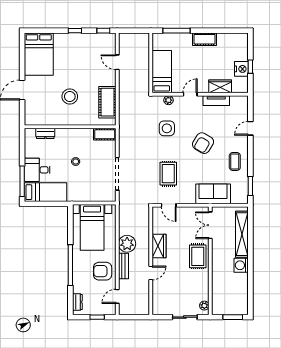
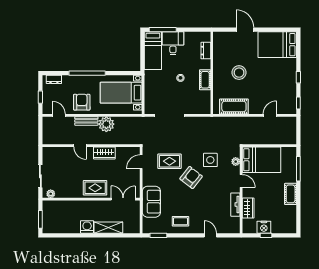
bed: (162, 72) -> (261, 160), width x1.50
cot: (105, 134) -> (205, 80), moved
armchair: (203, 143) -> (191, 178), moved, turned 97
shelving: (242, 234) -> (108, 228), width x0.68

